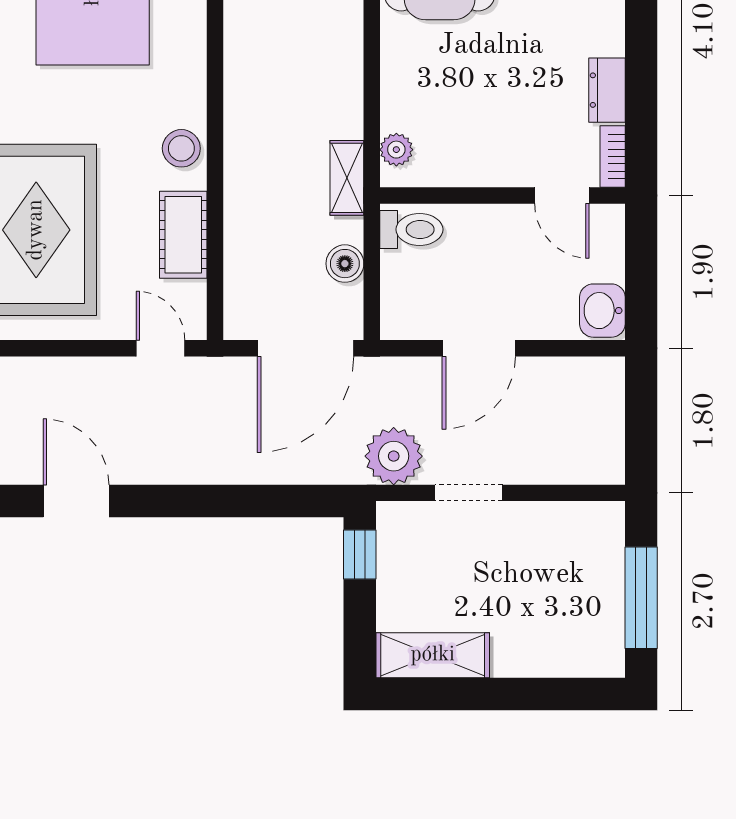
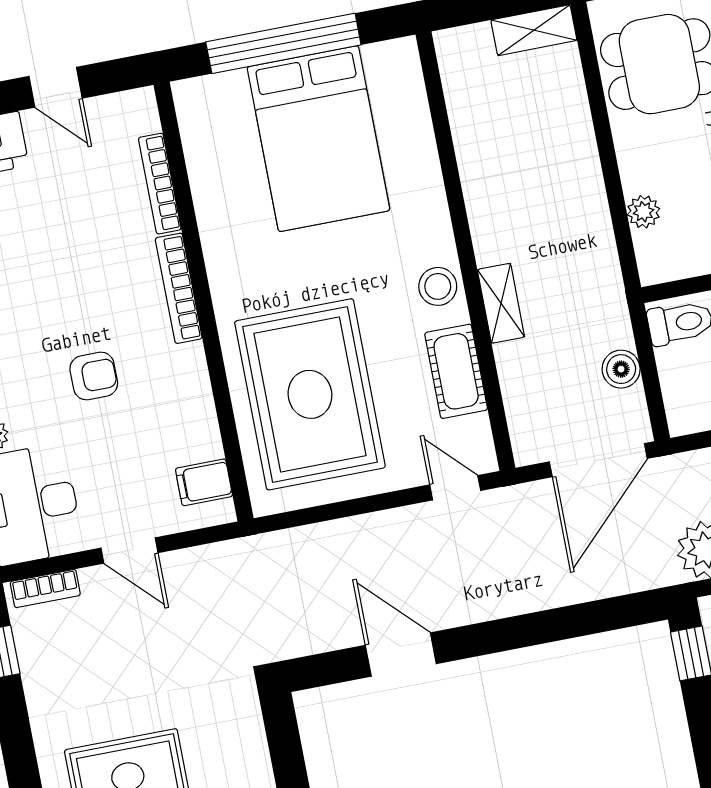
plant: (396, 150) -> (643, 212), moved
shelving: (347, 178) -> (501, 303), moved

